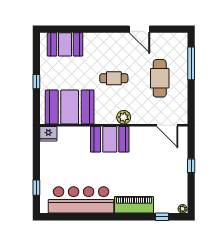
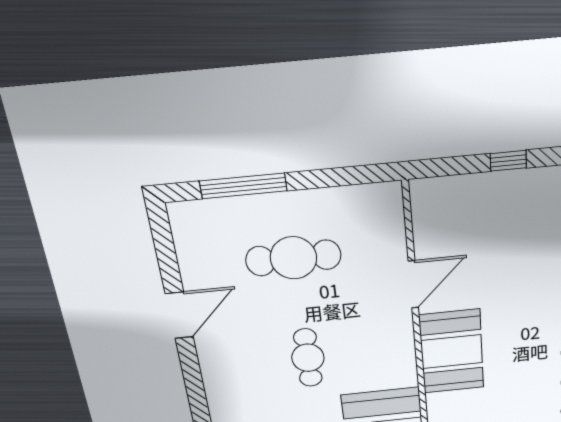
plant: (124, 117) -> (398, 328), removed
door: (167, 125) -> (413, 284), moved

